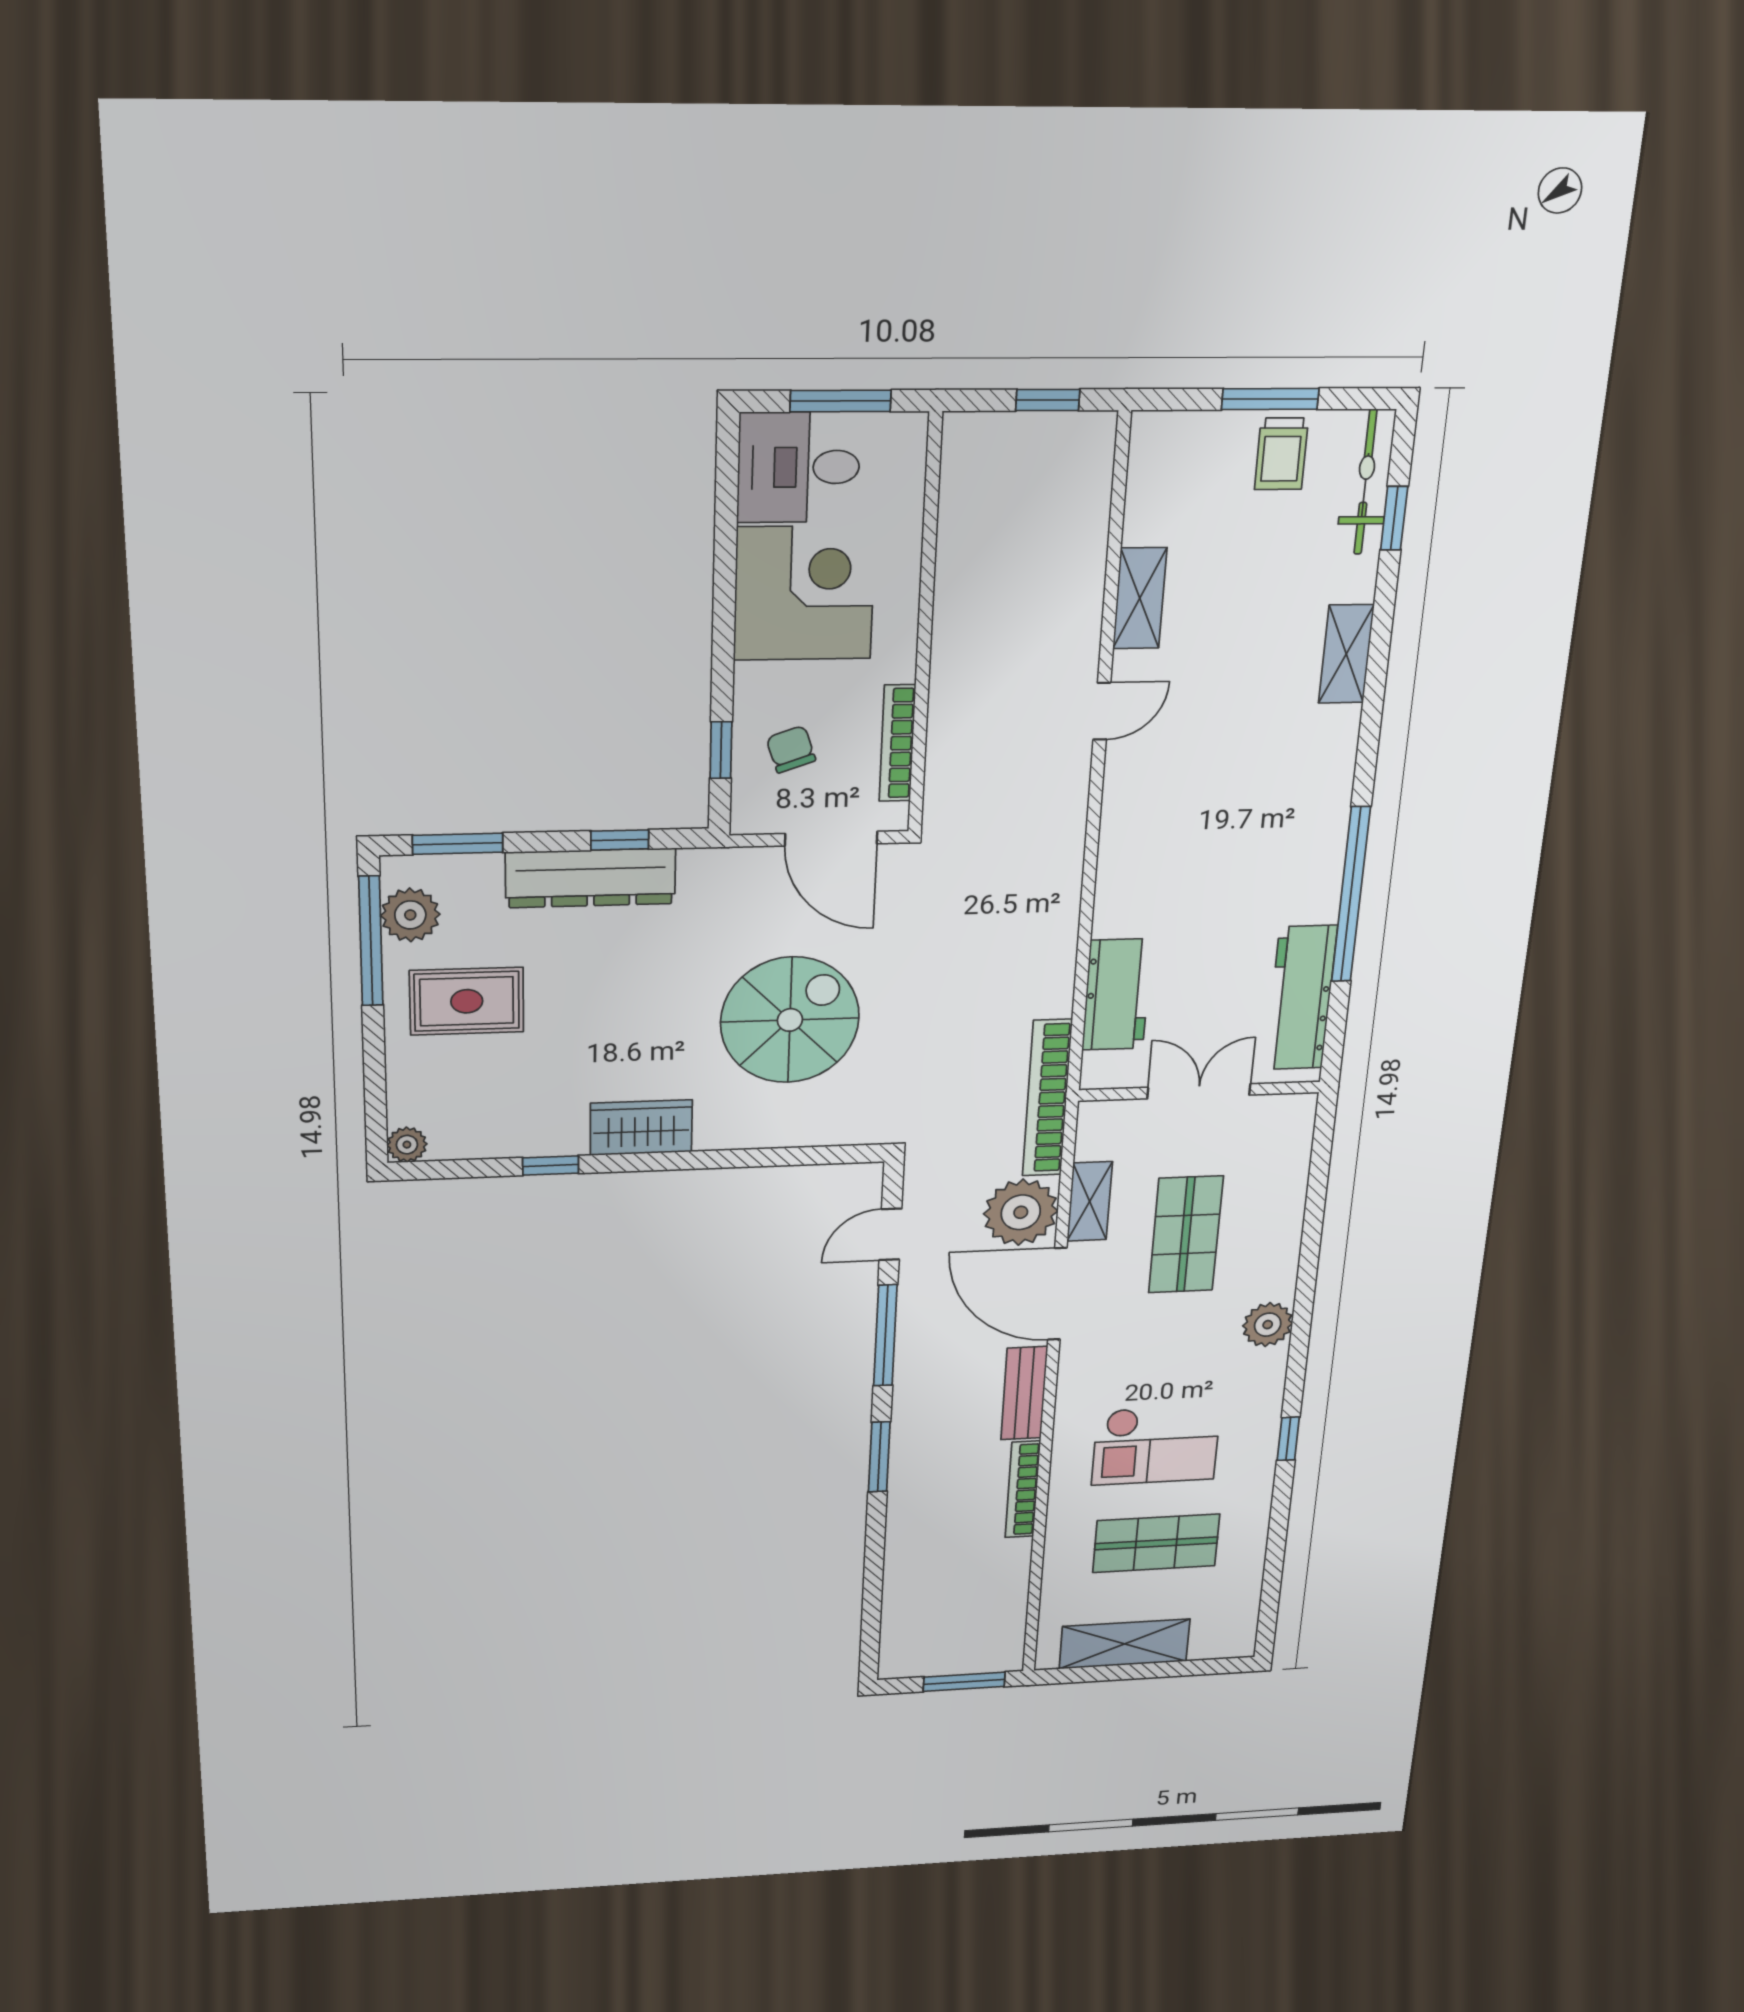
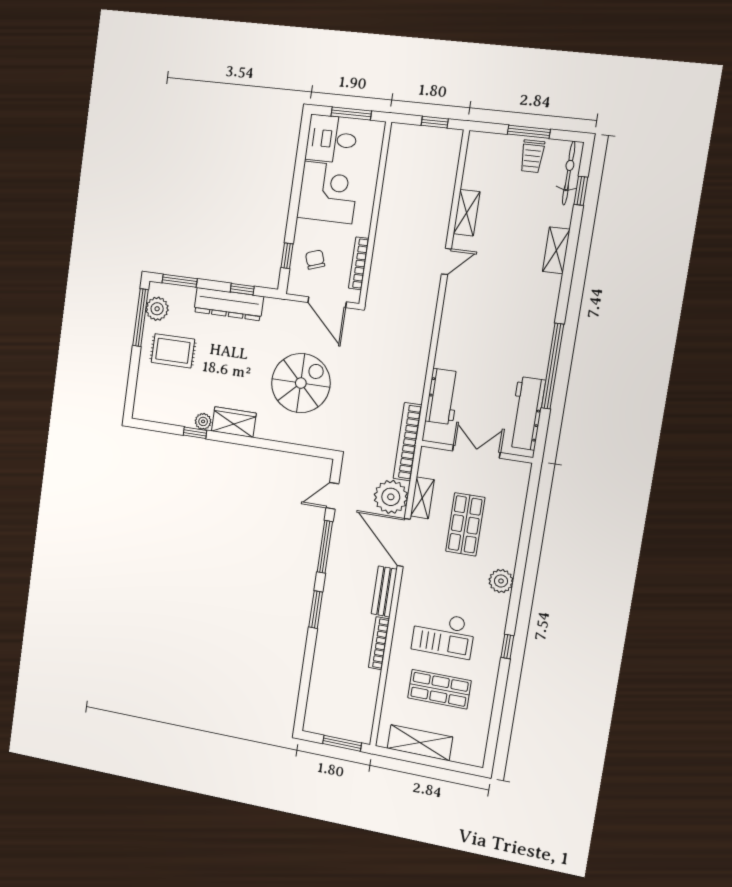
plant: (407, 1145) -> (203, 421), moved

